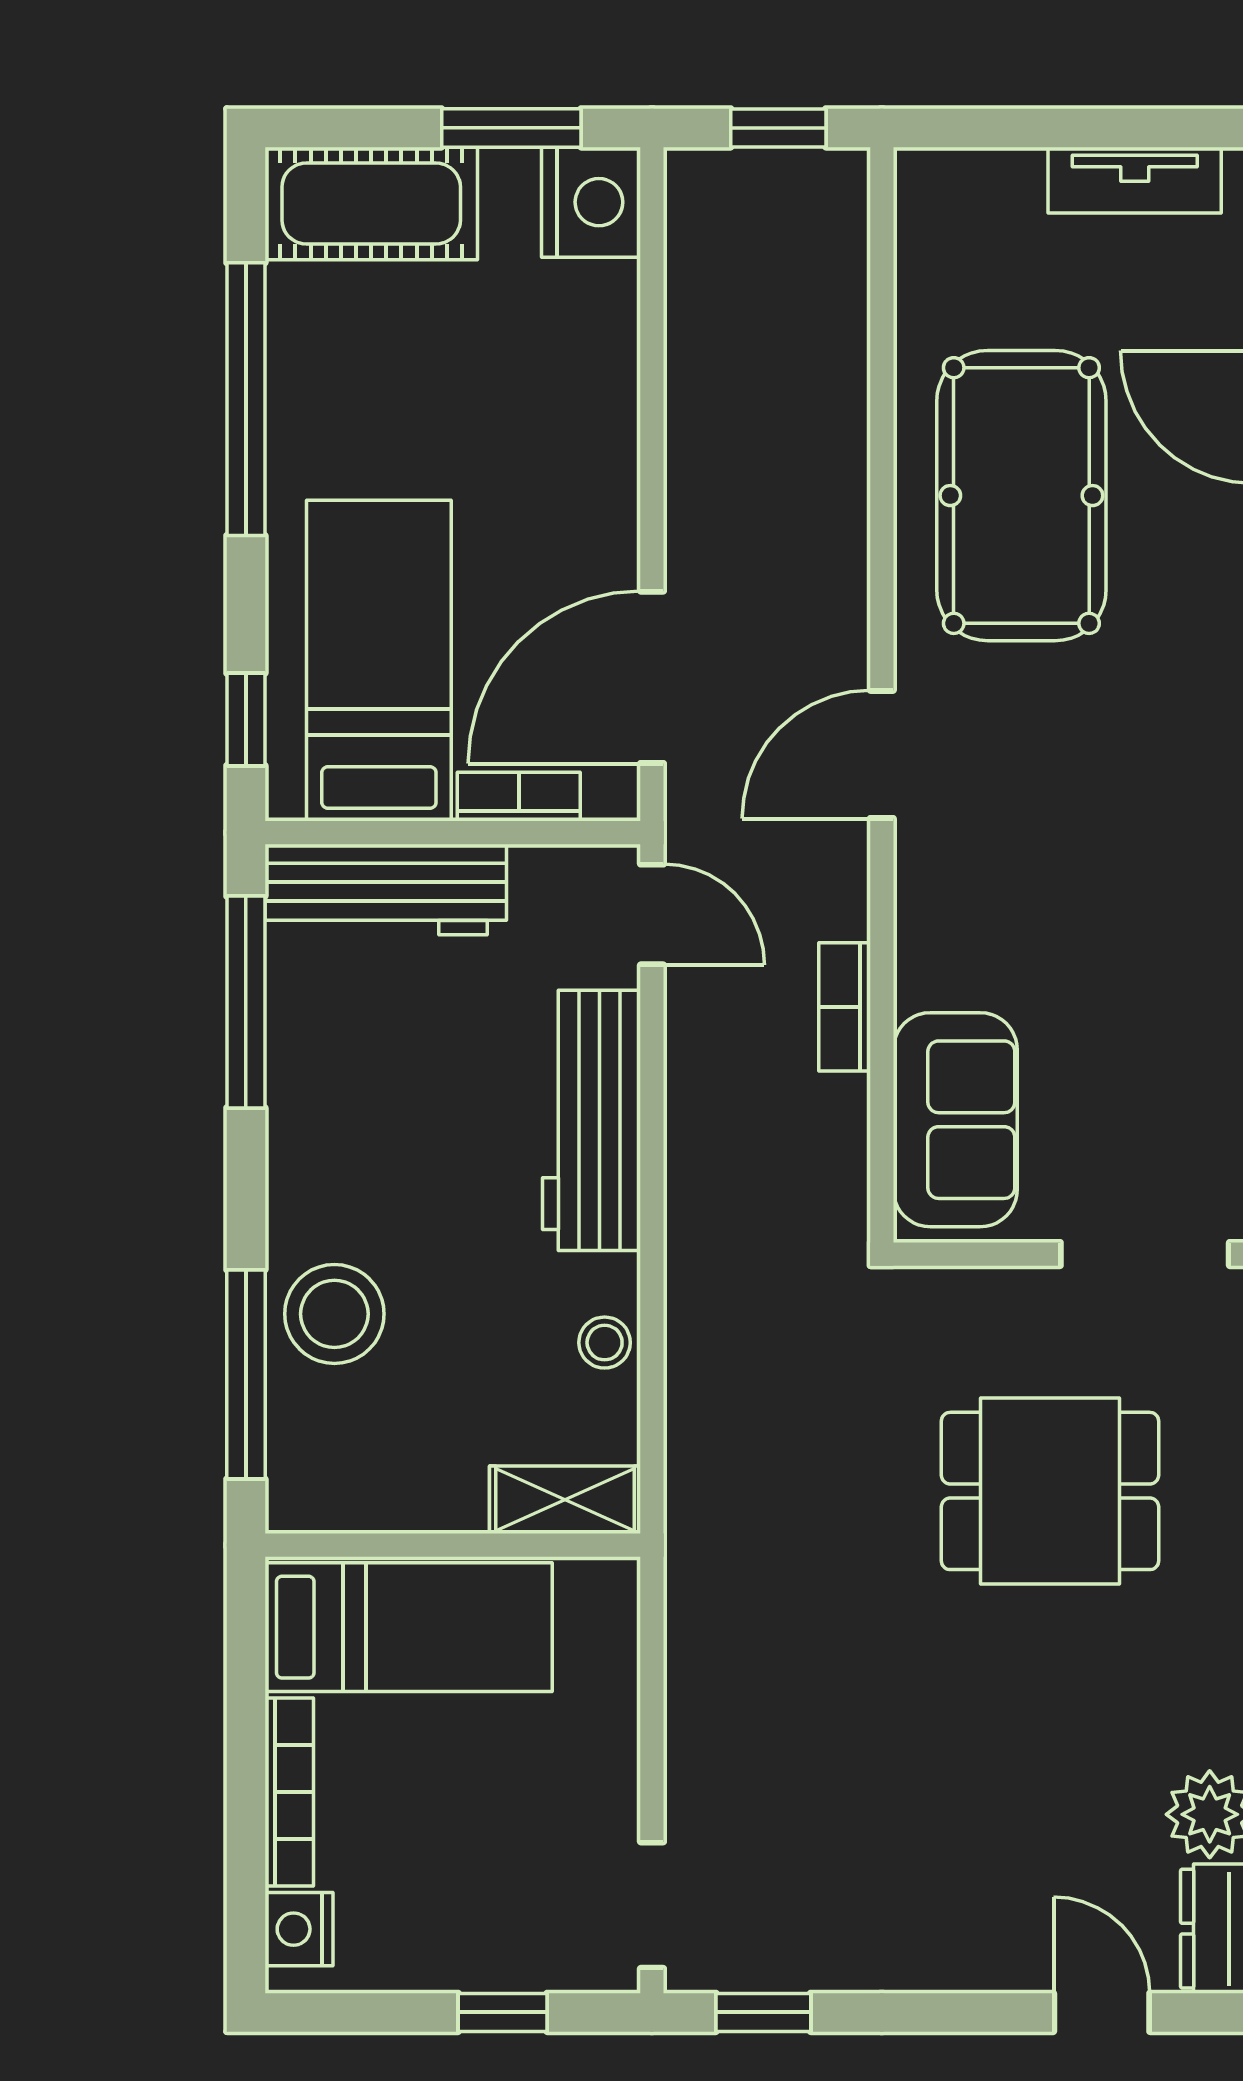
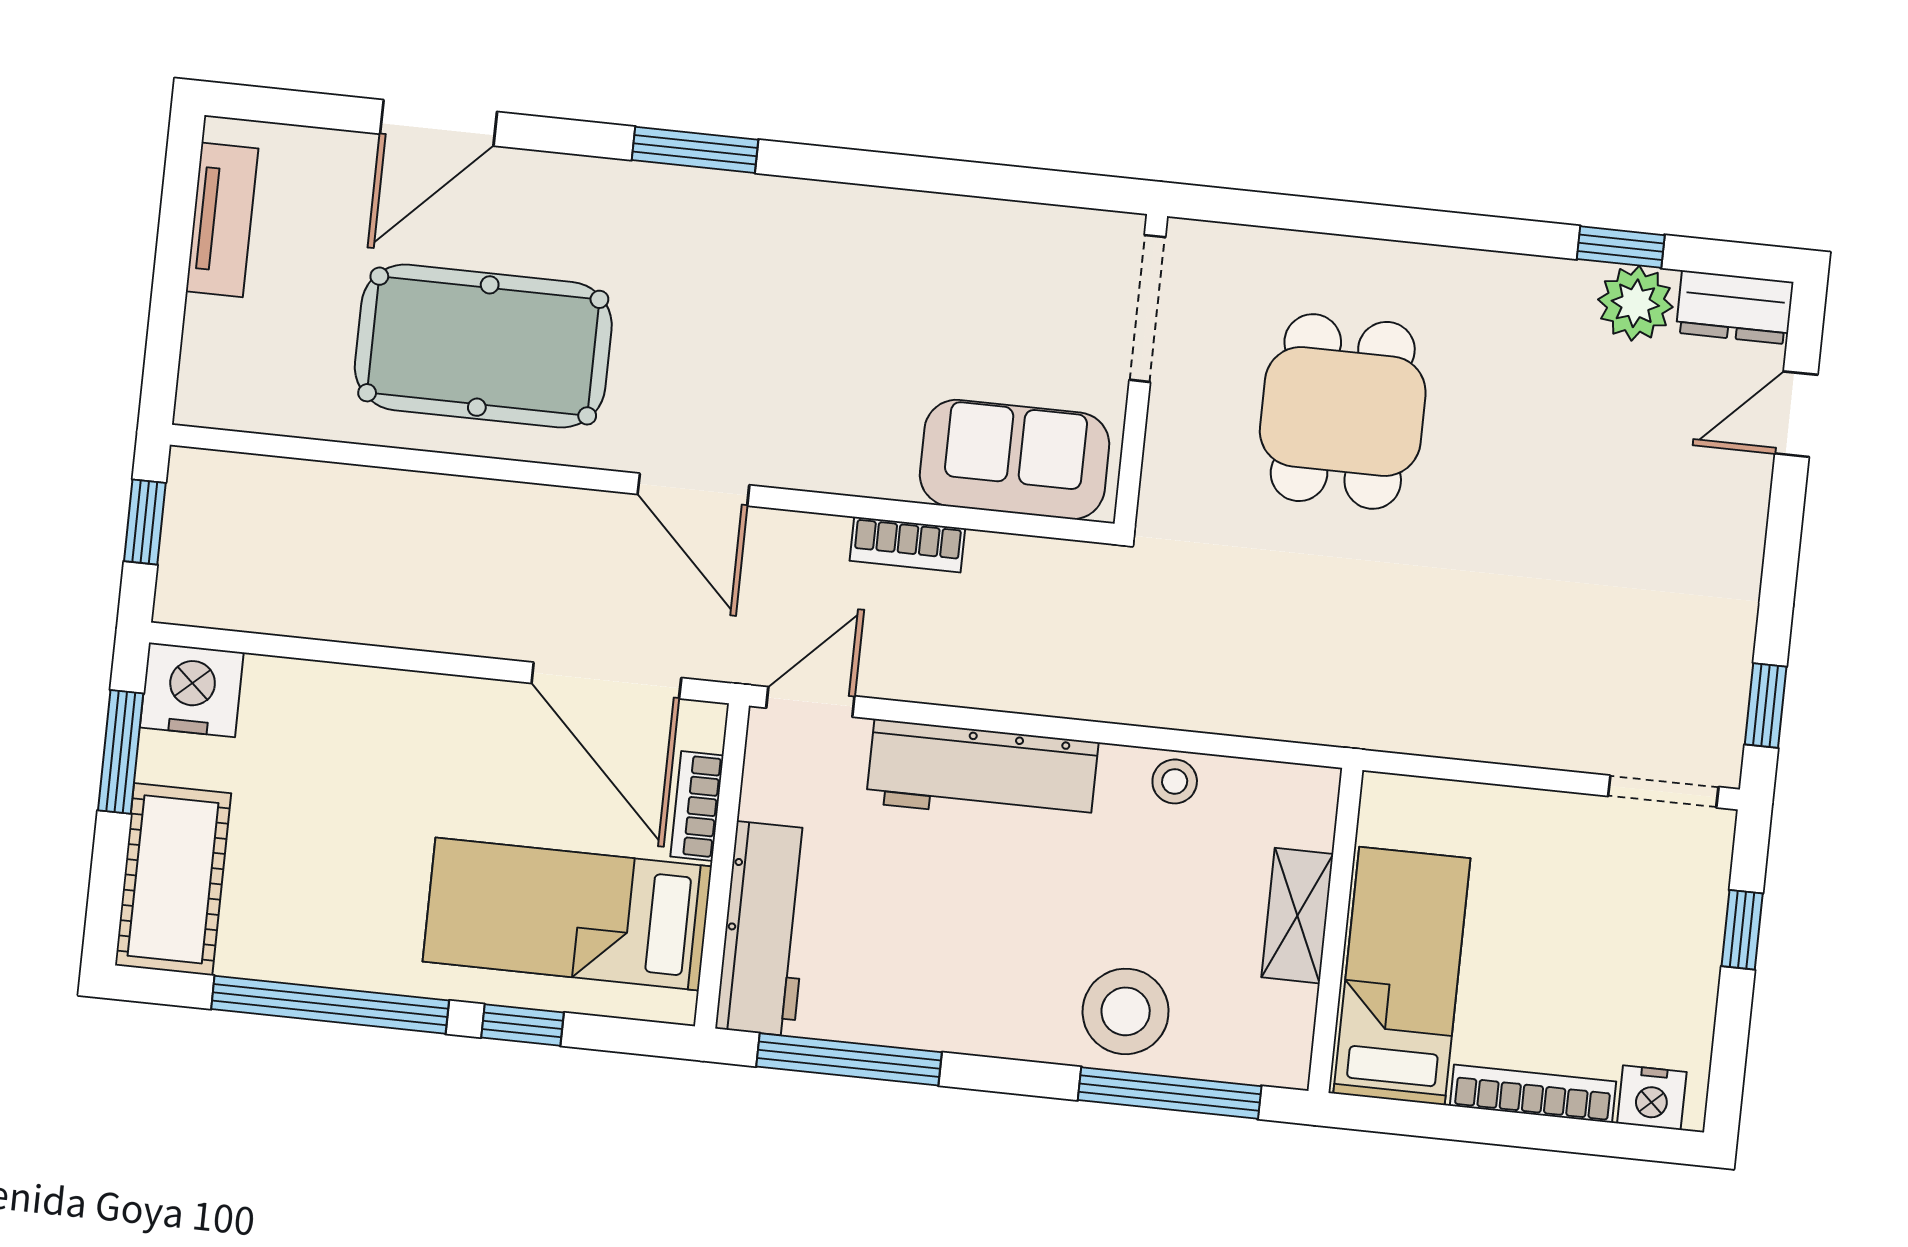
window: (246, 719) -> (522, 1025), moved
shelving: (565, 1500) -> (1297, 916), moved

